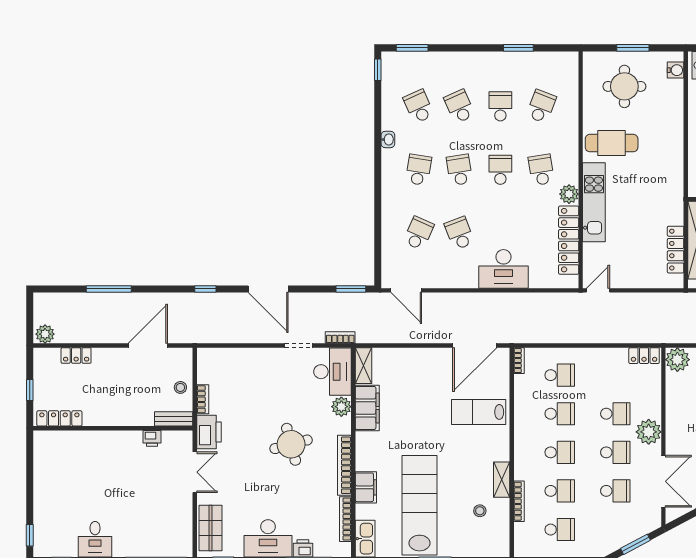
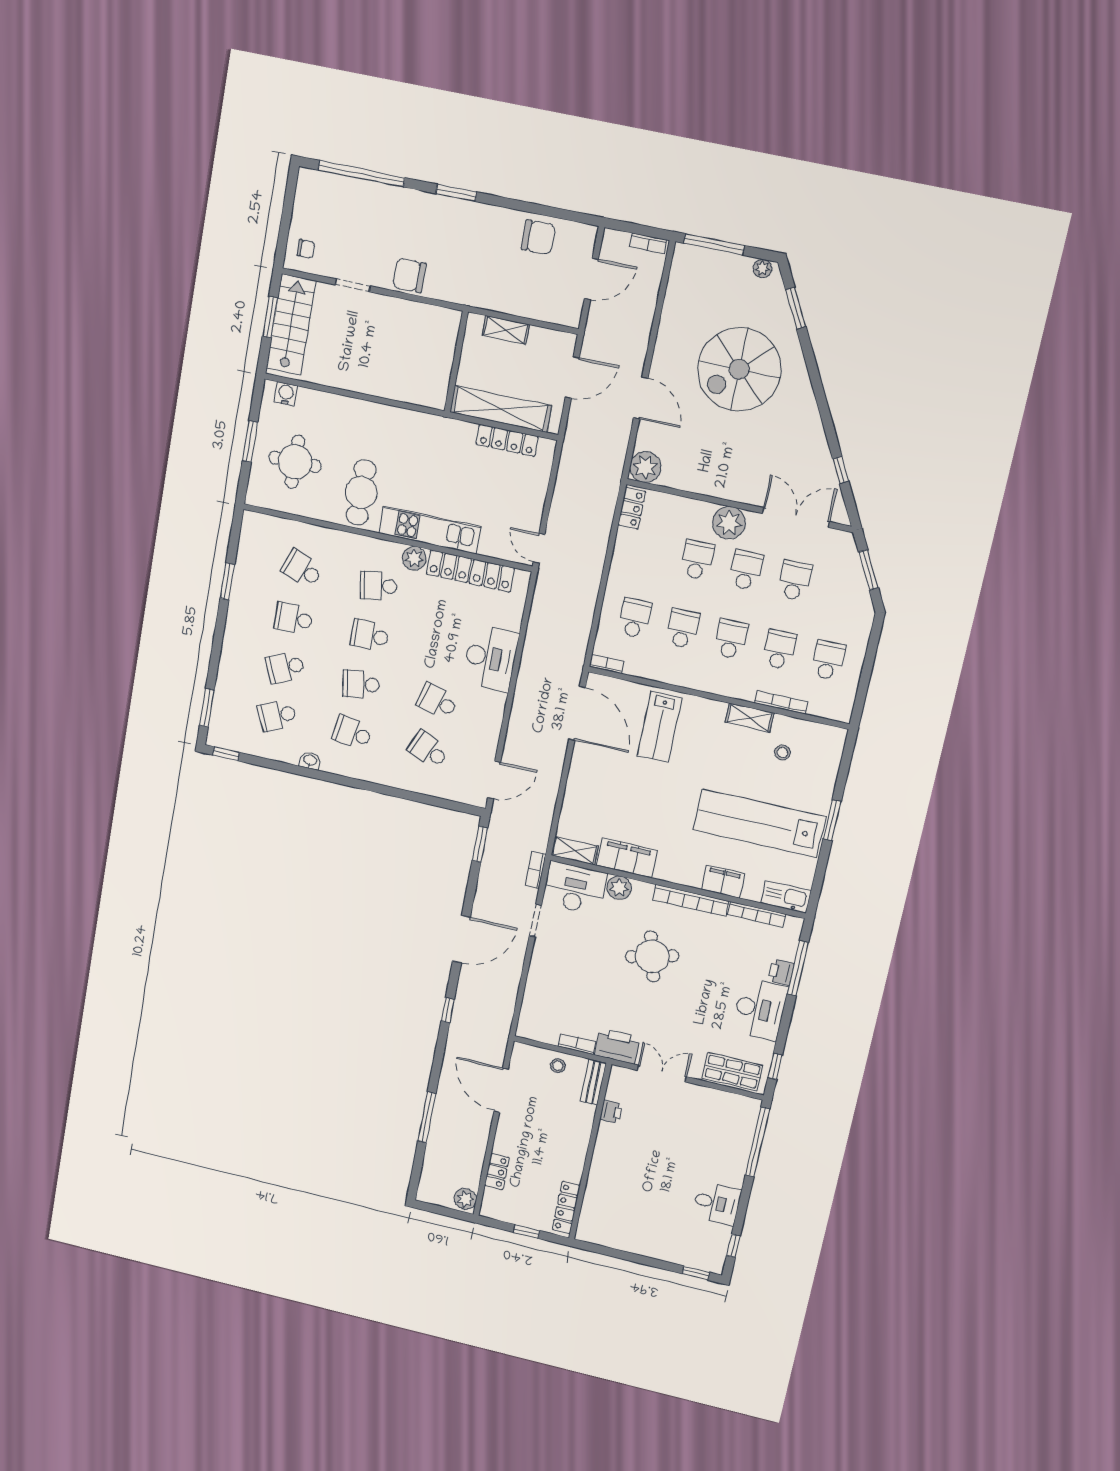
school desk: (459, 233) -> (437, 701), turned 36

